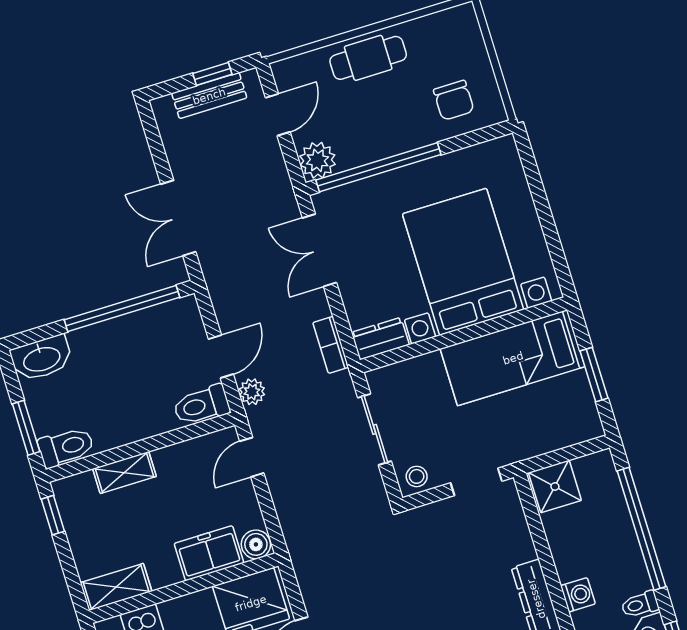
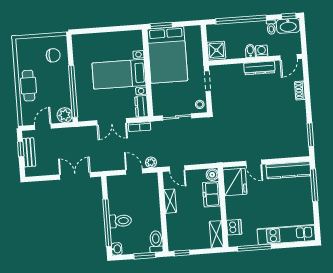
door: (278, 115) -> (43, 127), hinge flipped
double door: (178, 218) -> (75, 176), swing flipped
double door: (319, 250) -> (112, 122), moved
bed with nightstands: (463, 262) -> (119, 74), width x0.73
window: (122, 309) -> (107, 223), moved
washbasin: (41, 358) -> (117, 249), width x0.52, depth x0.69
bed: (513, 358) -> (167, 55), width x1.50
window: (594, 375) -> (161, 25), moved
toilet: (201, 405) -> (120, 221), moved, turned -90
shelving: (124, 473) -> (170, 201), moved
bidet: (572, 568) -> (250, 51), added

